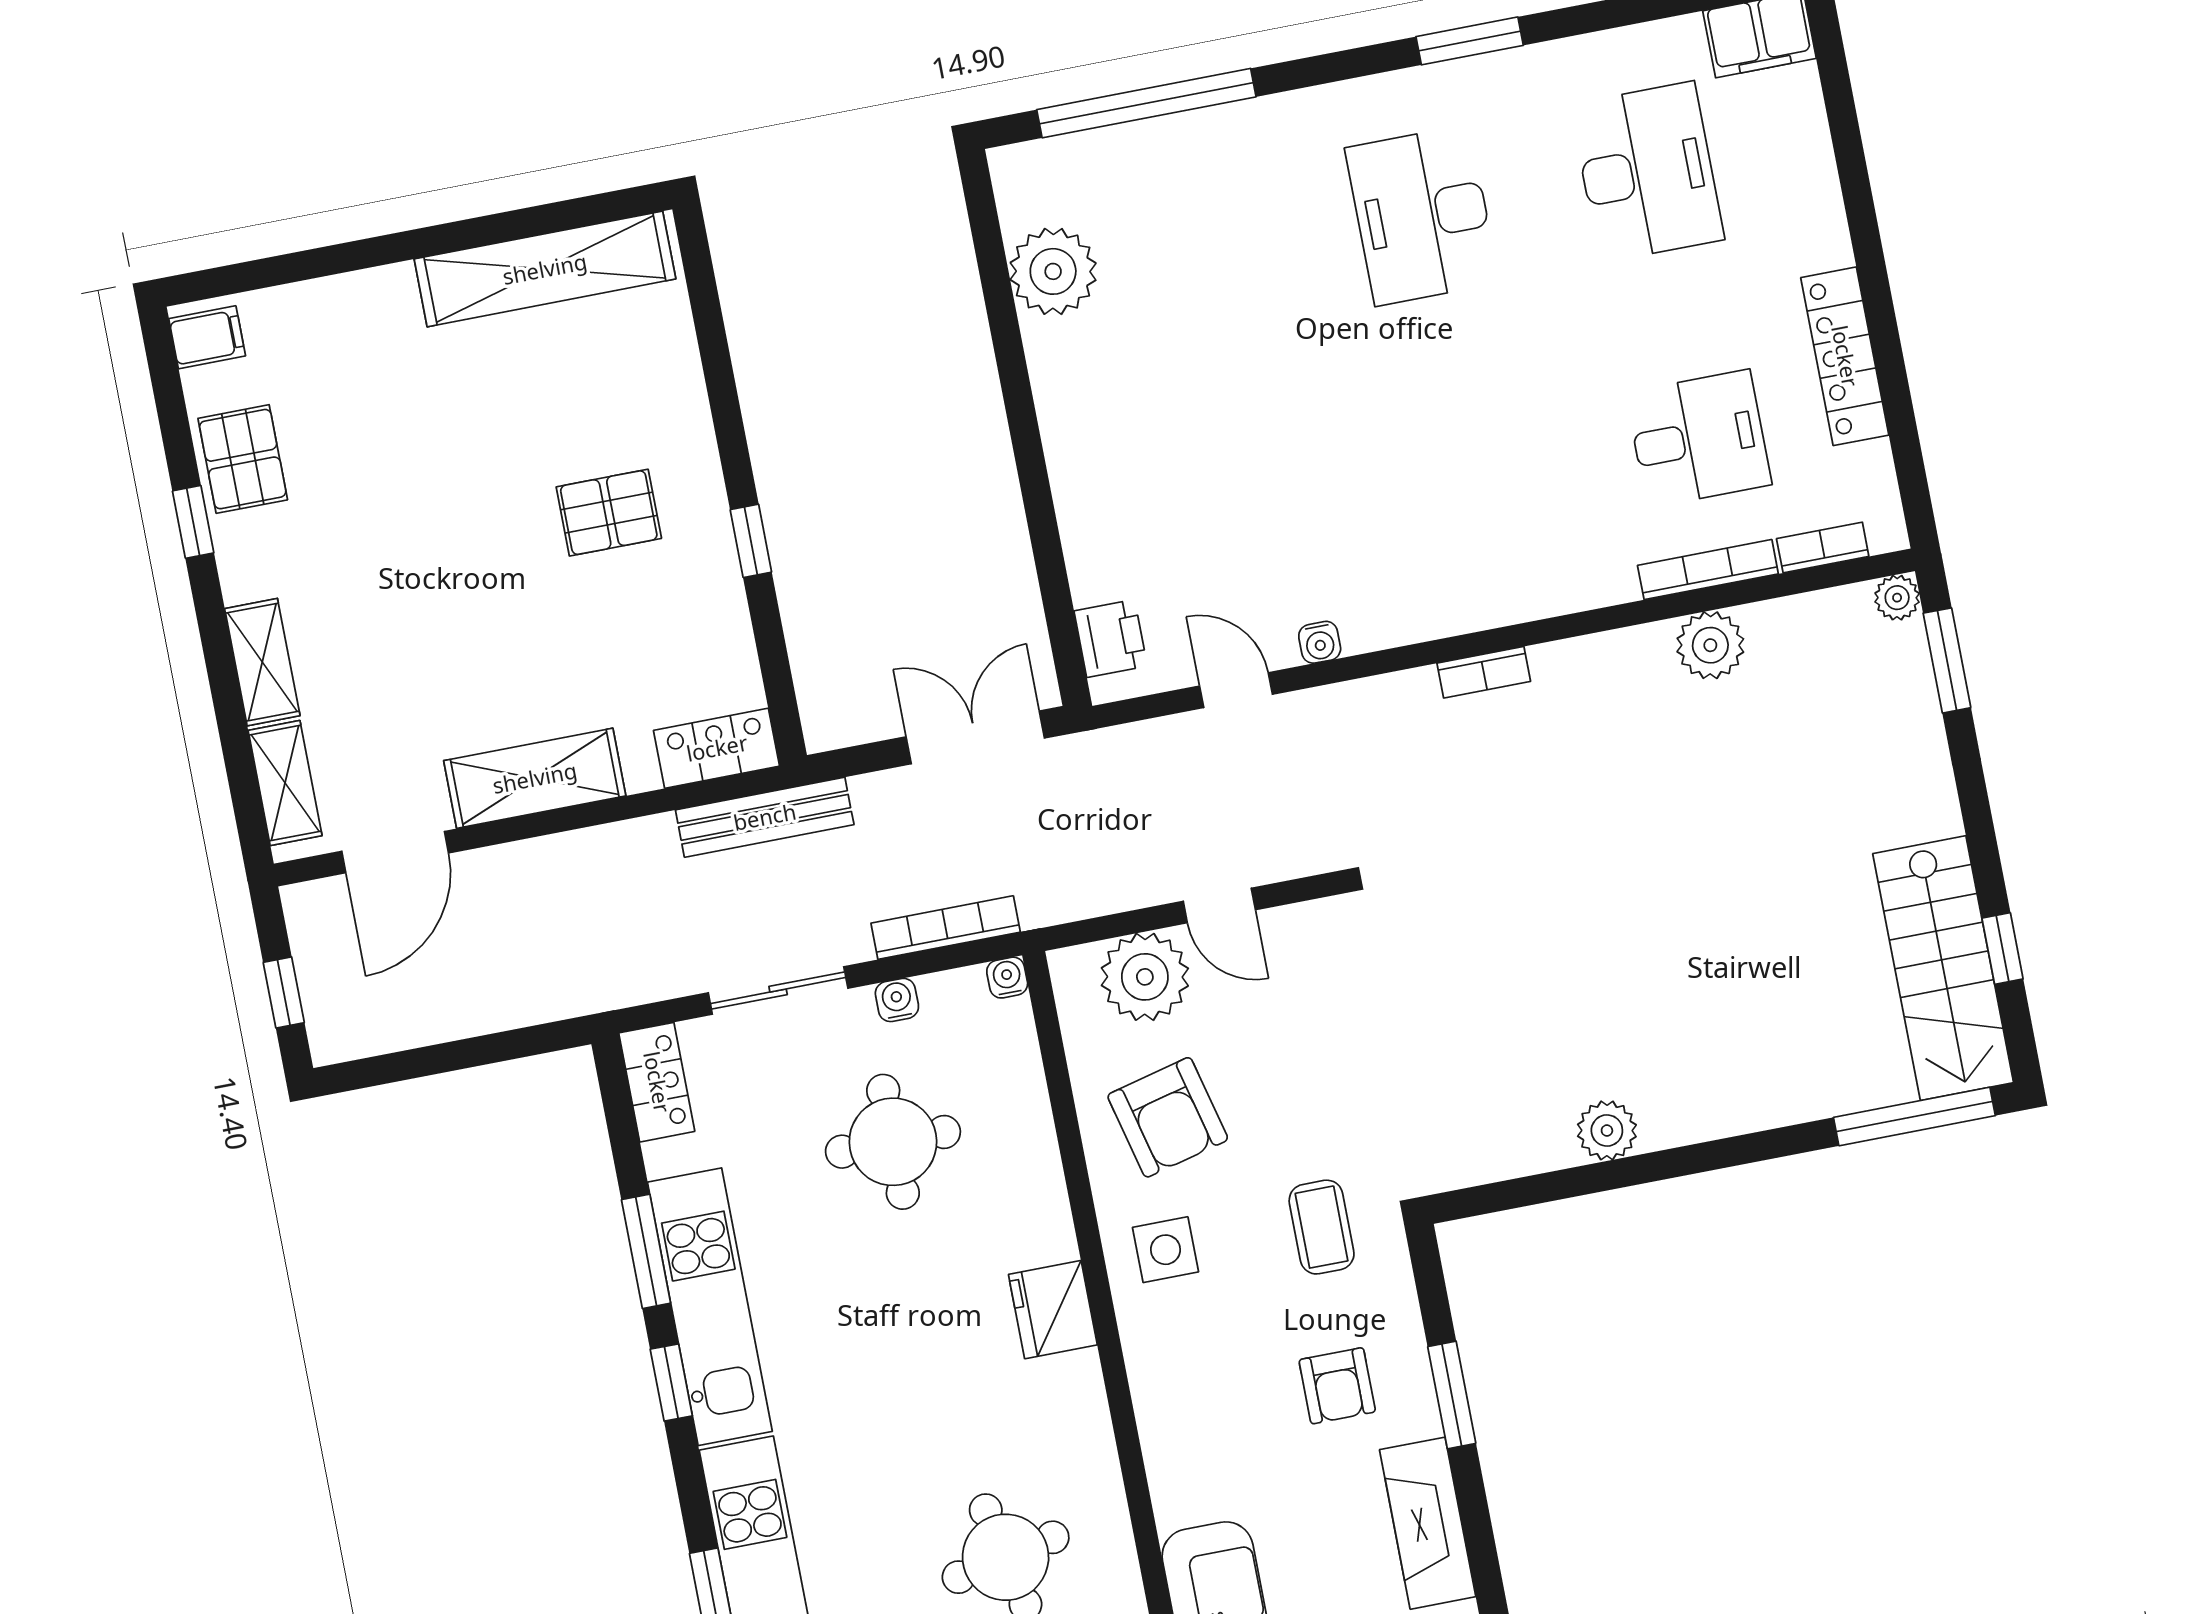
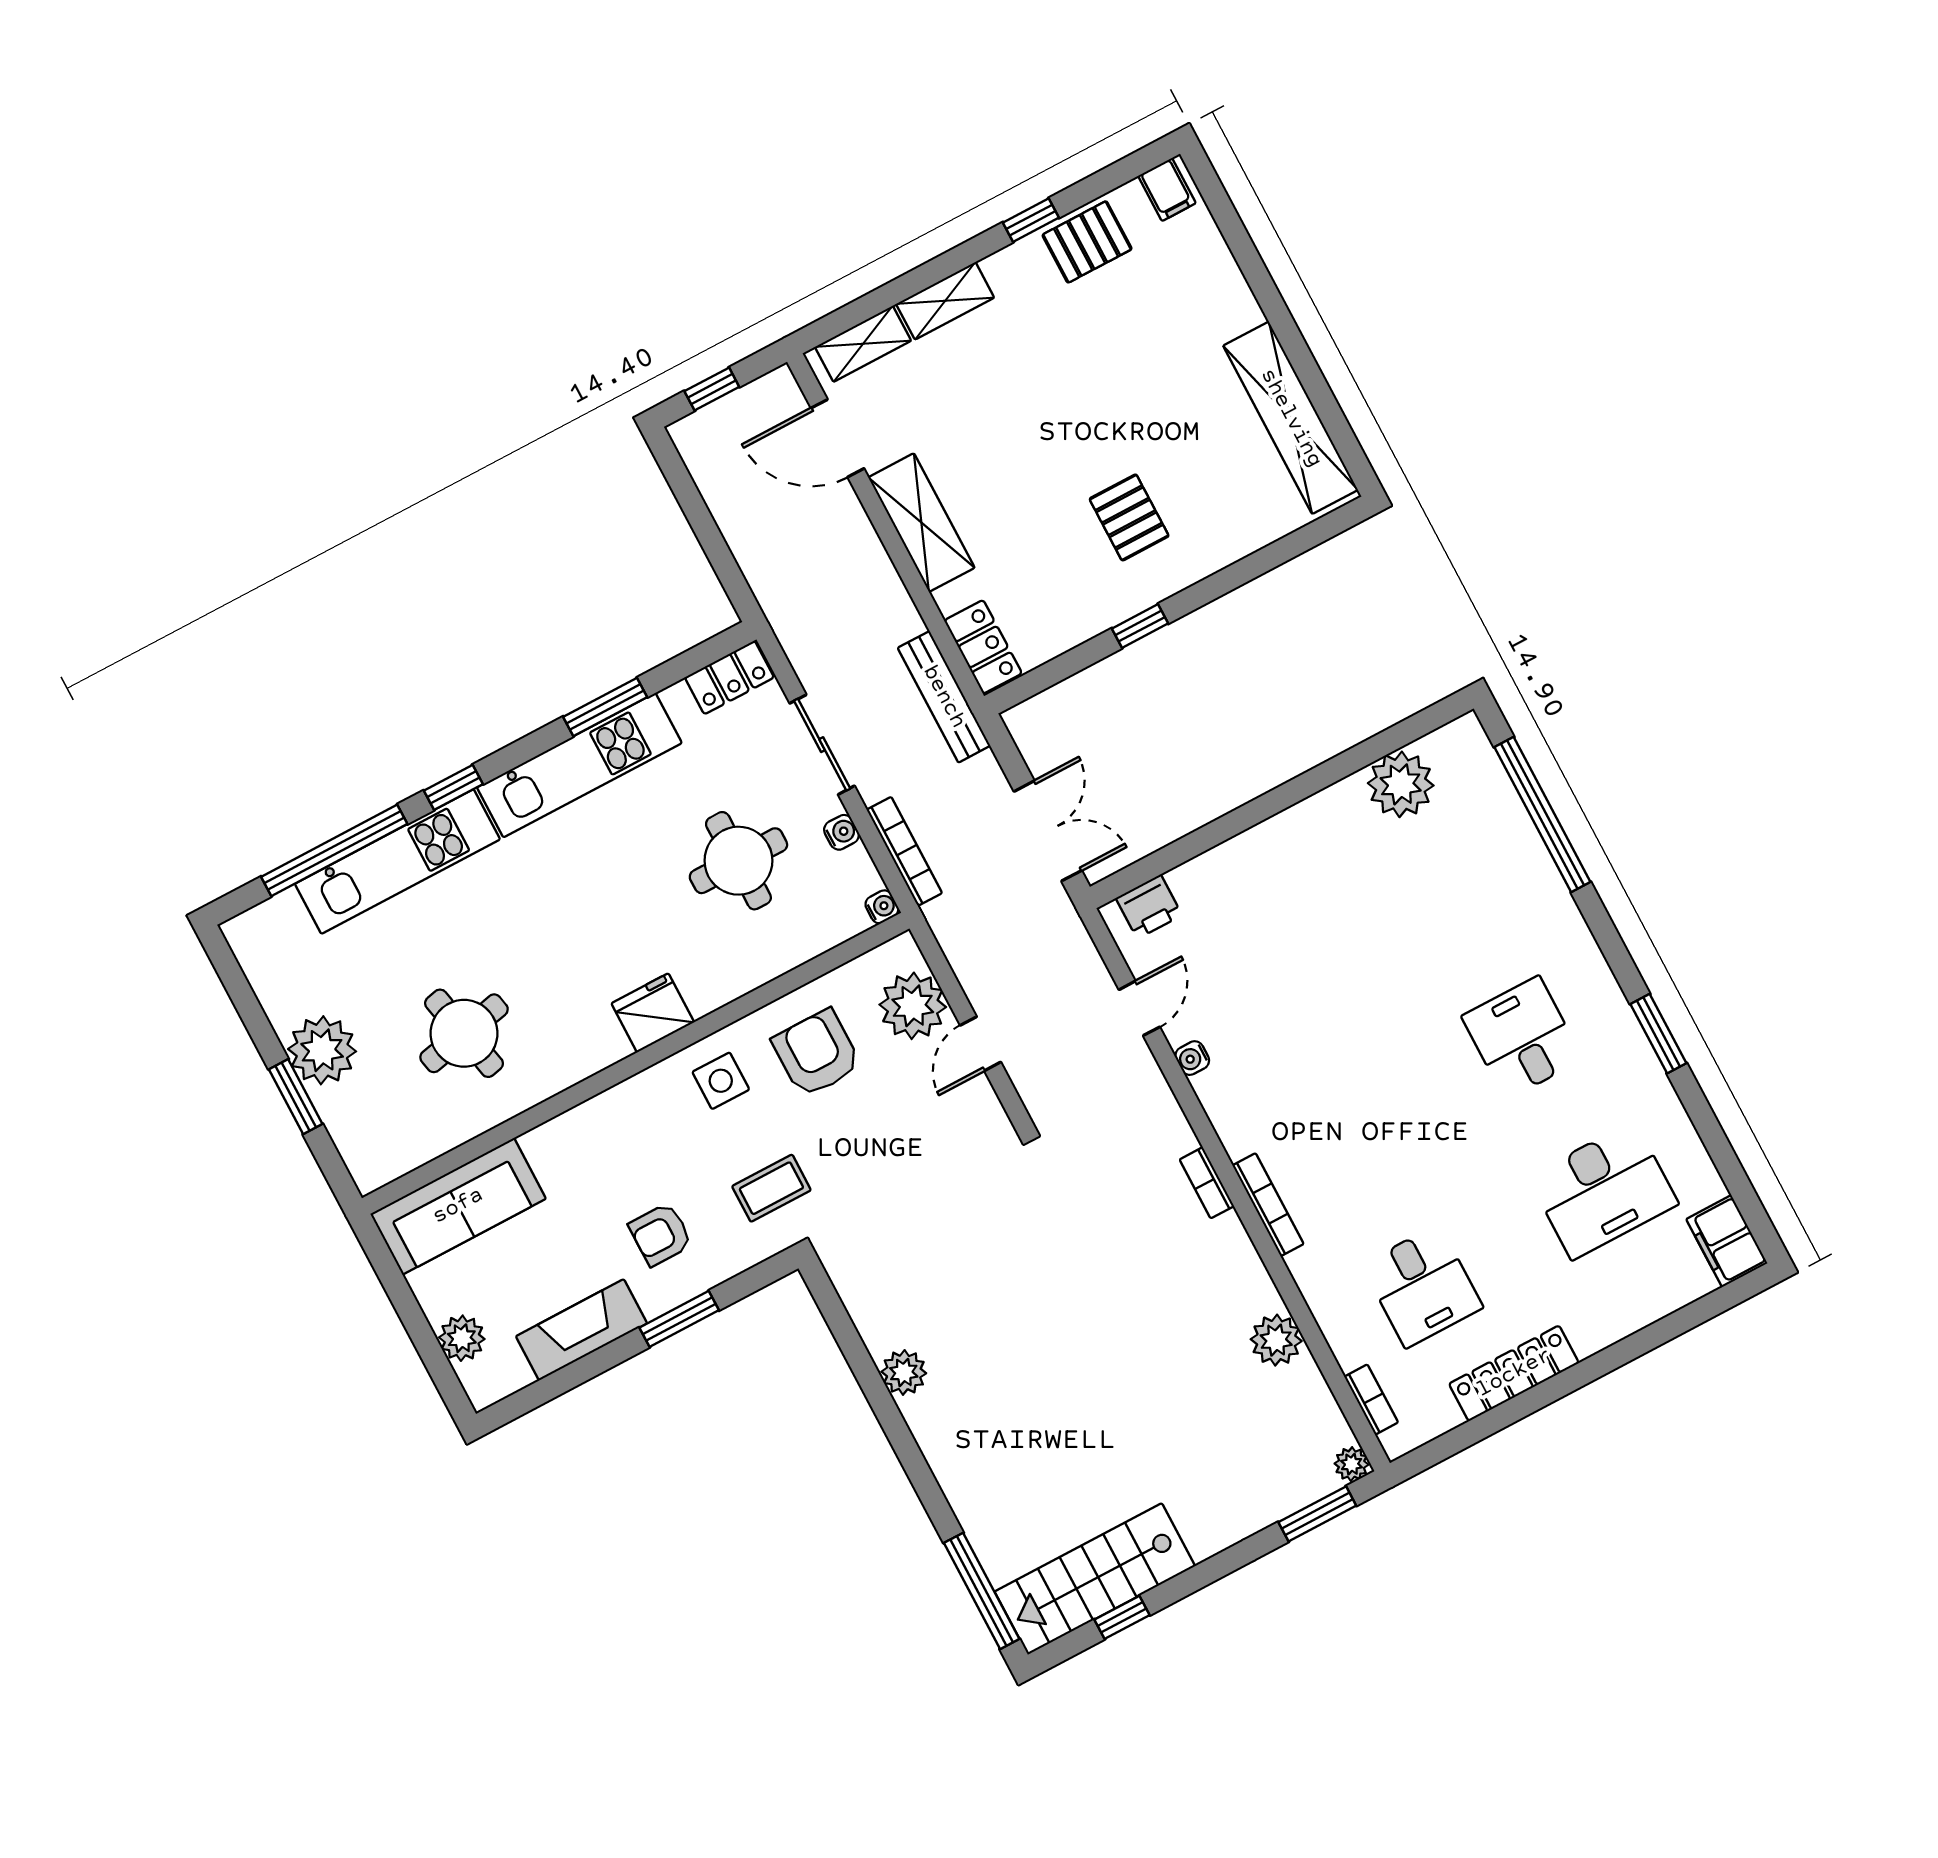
desk: (1422, 215) -> (1522, 1038), width x0.73
bookcase: (1708, 570) -> (1268, 1205), moved
armchair: (1168, 1117) -> (817, 1053), turned 104
window: (671, 1382) -> (453, 787), moved

